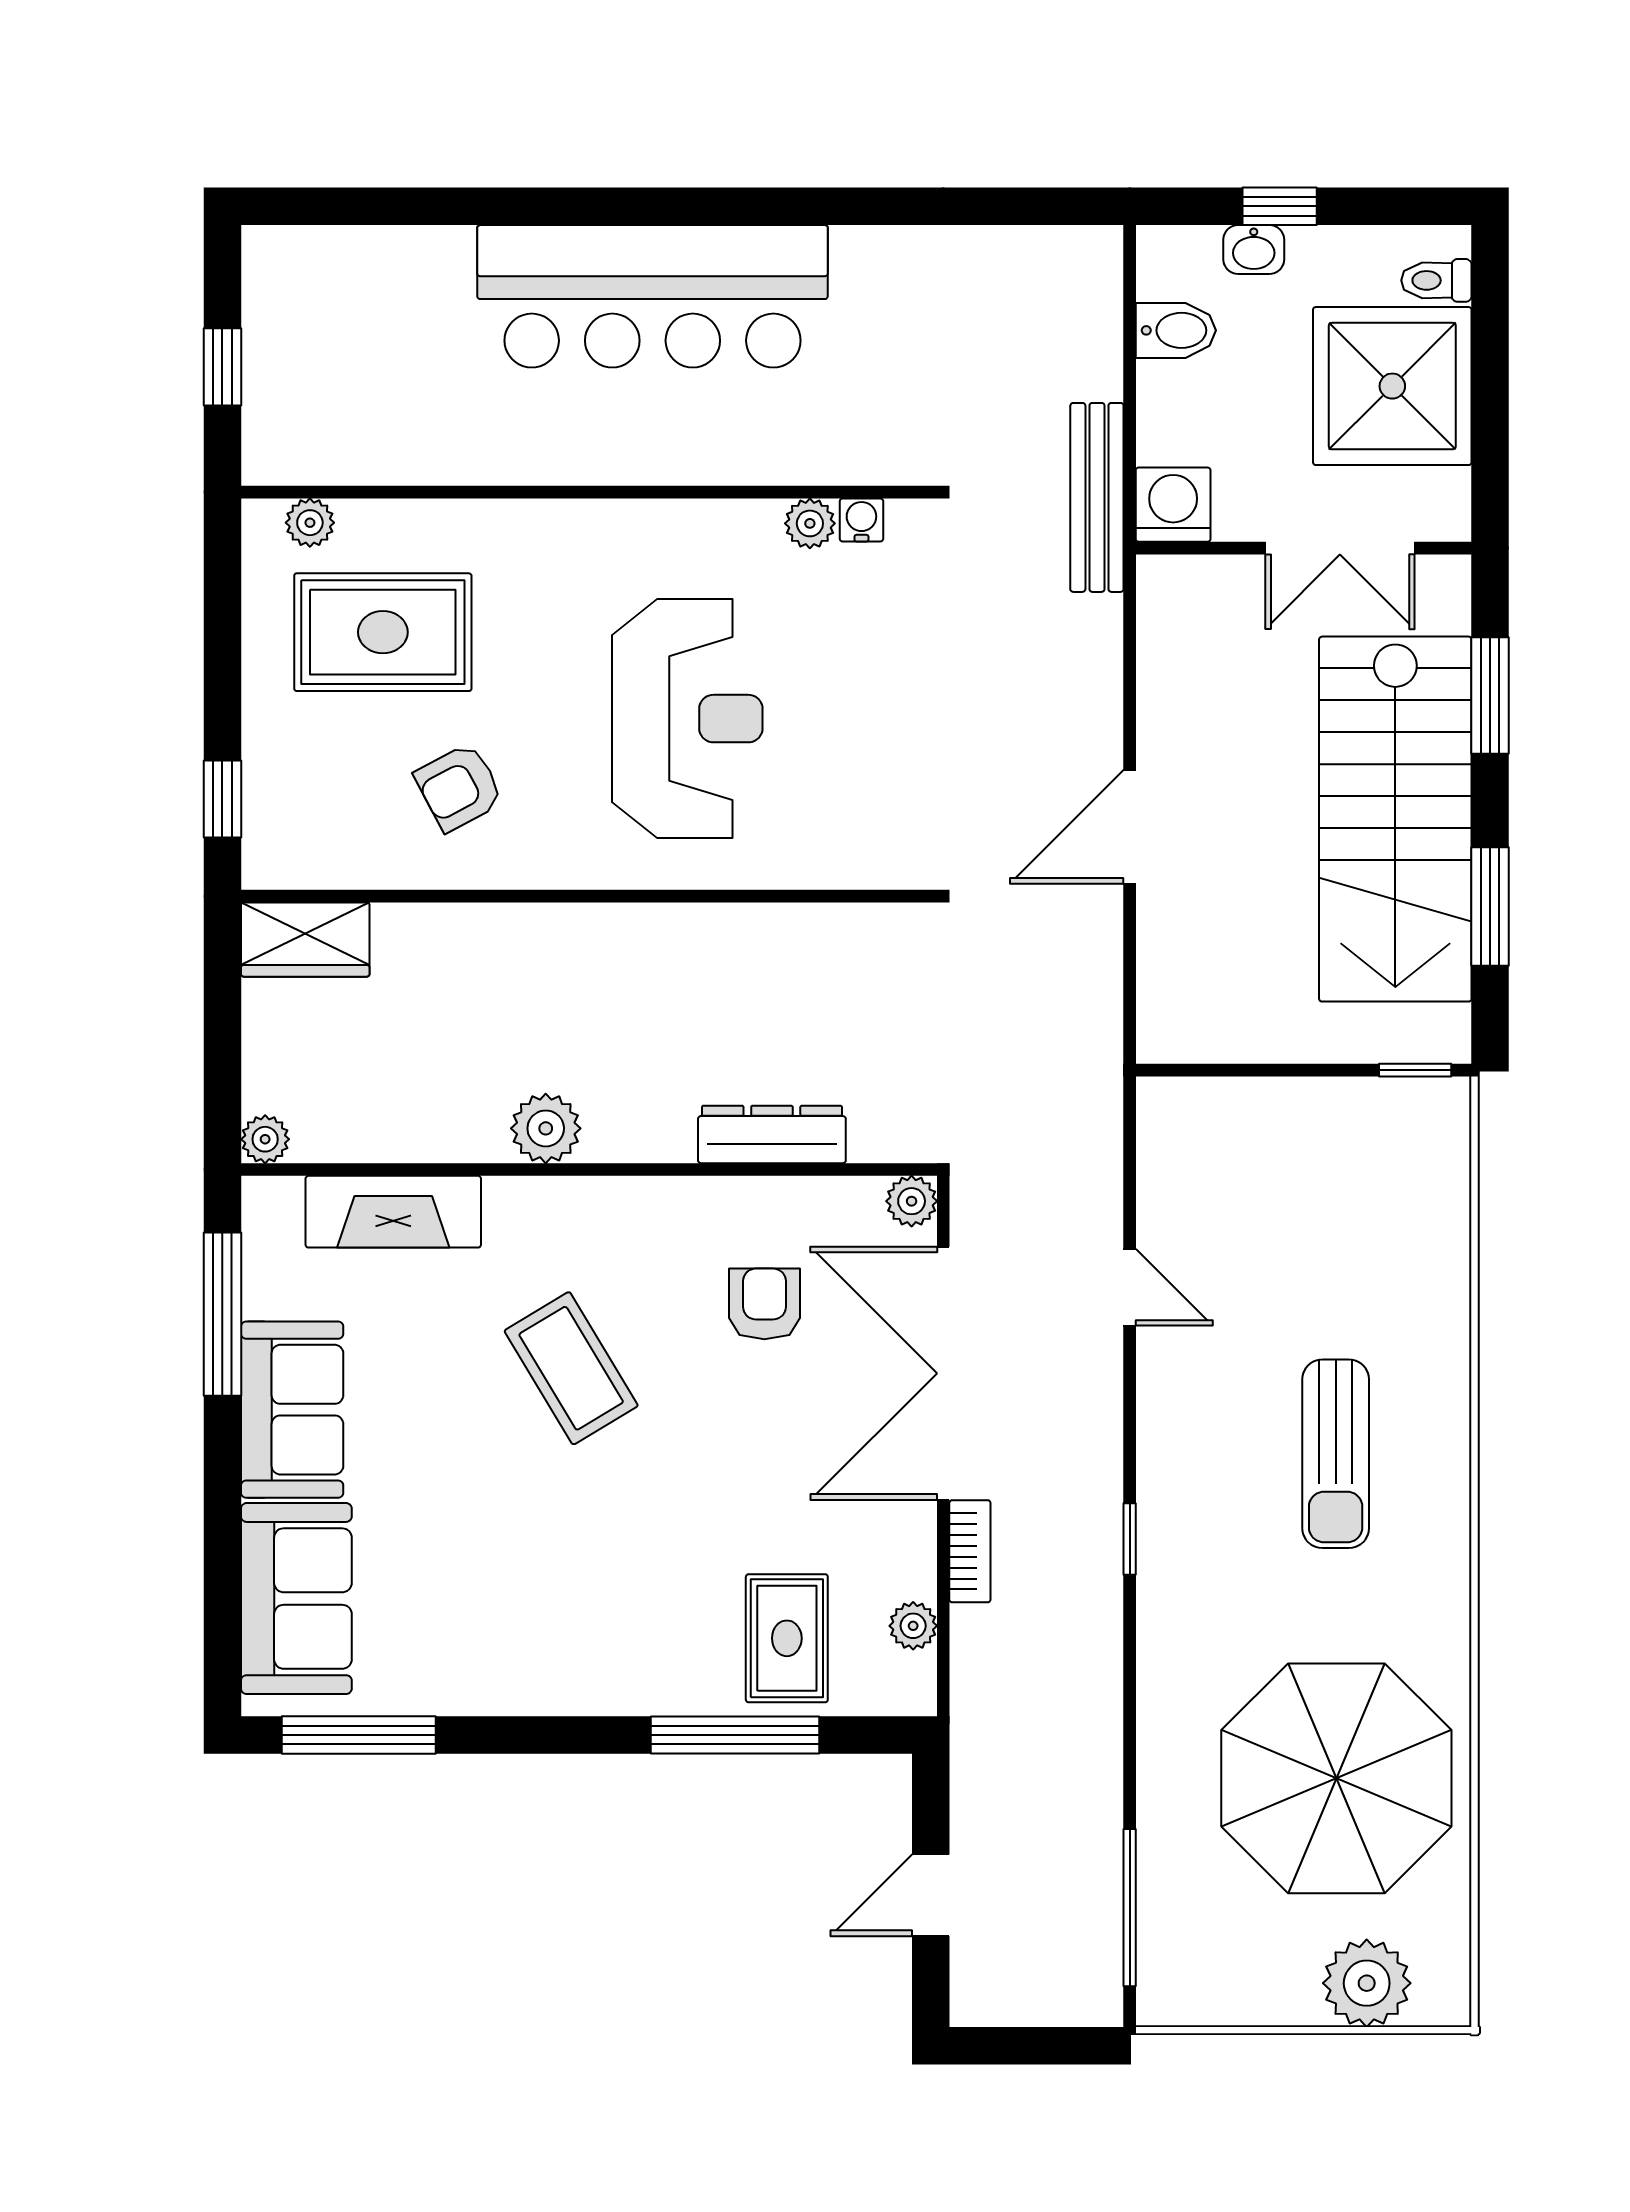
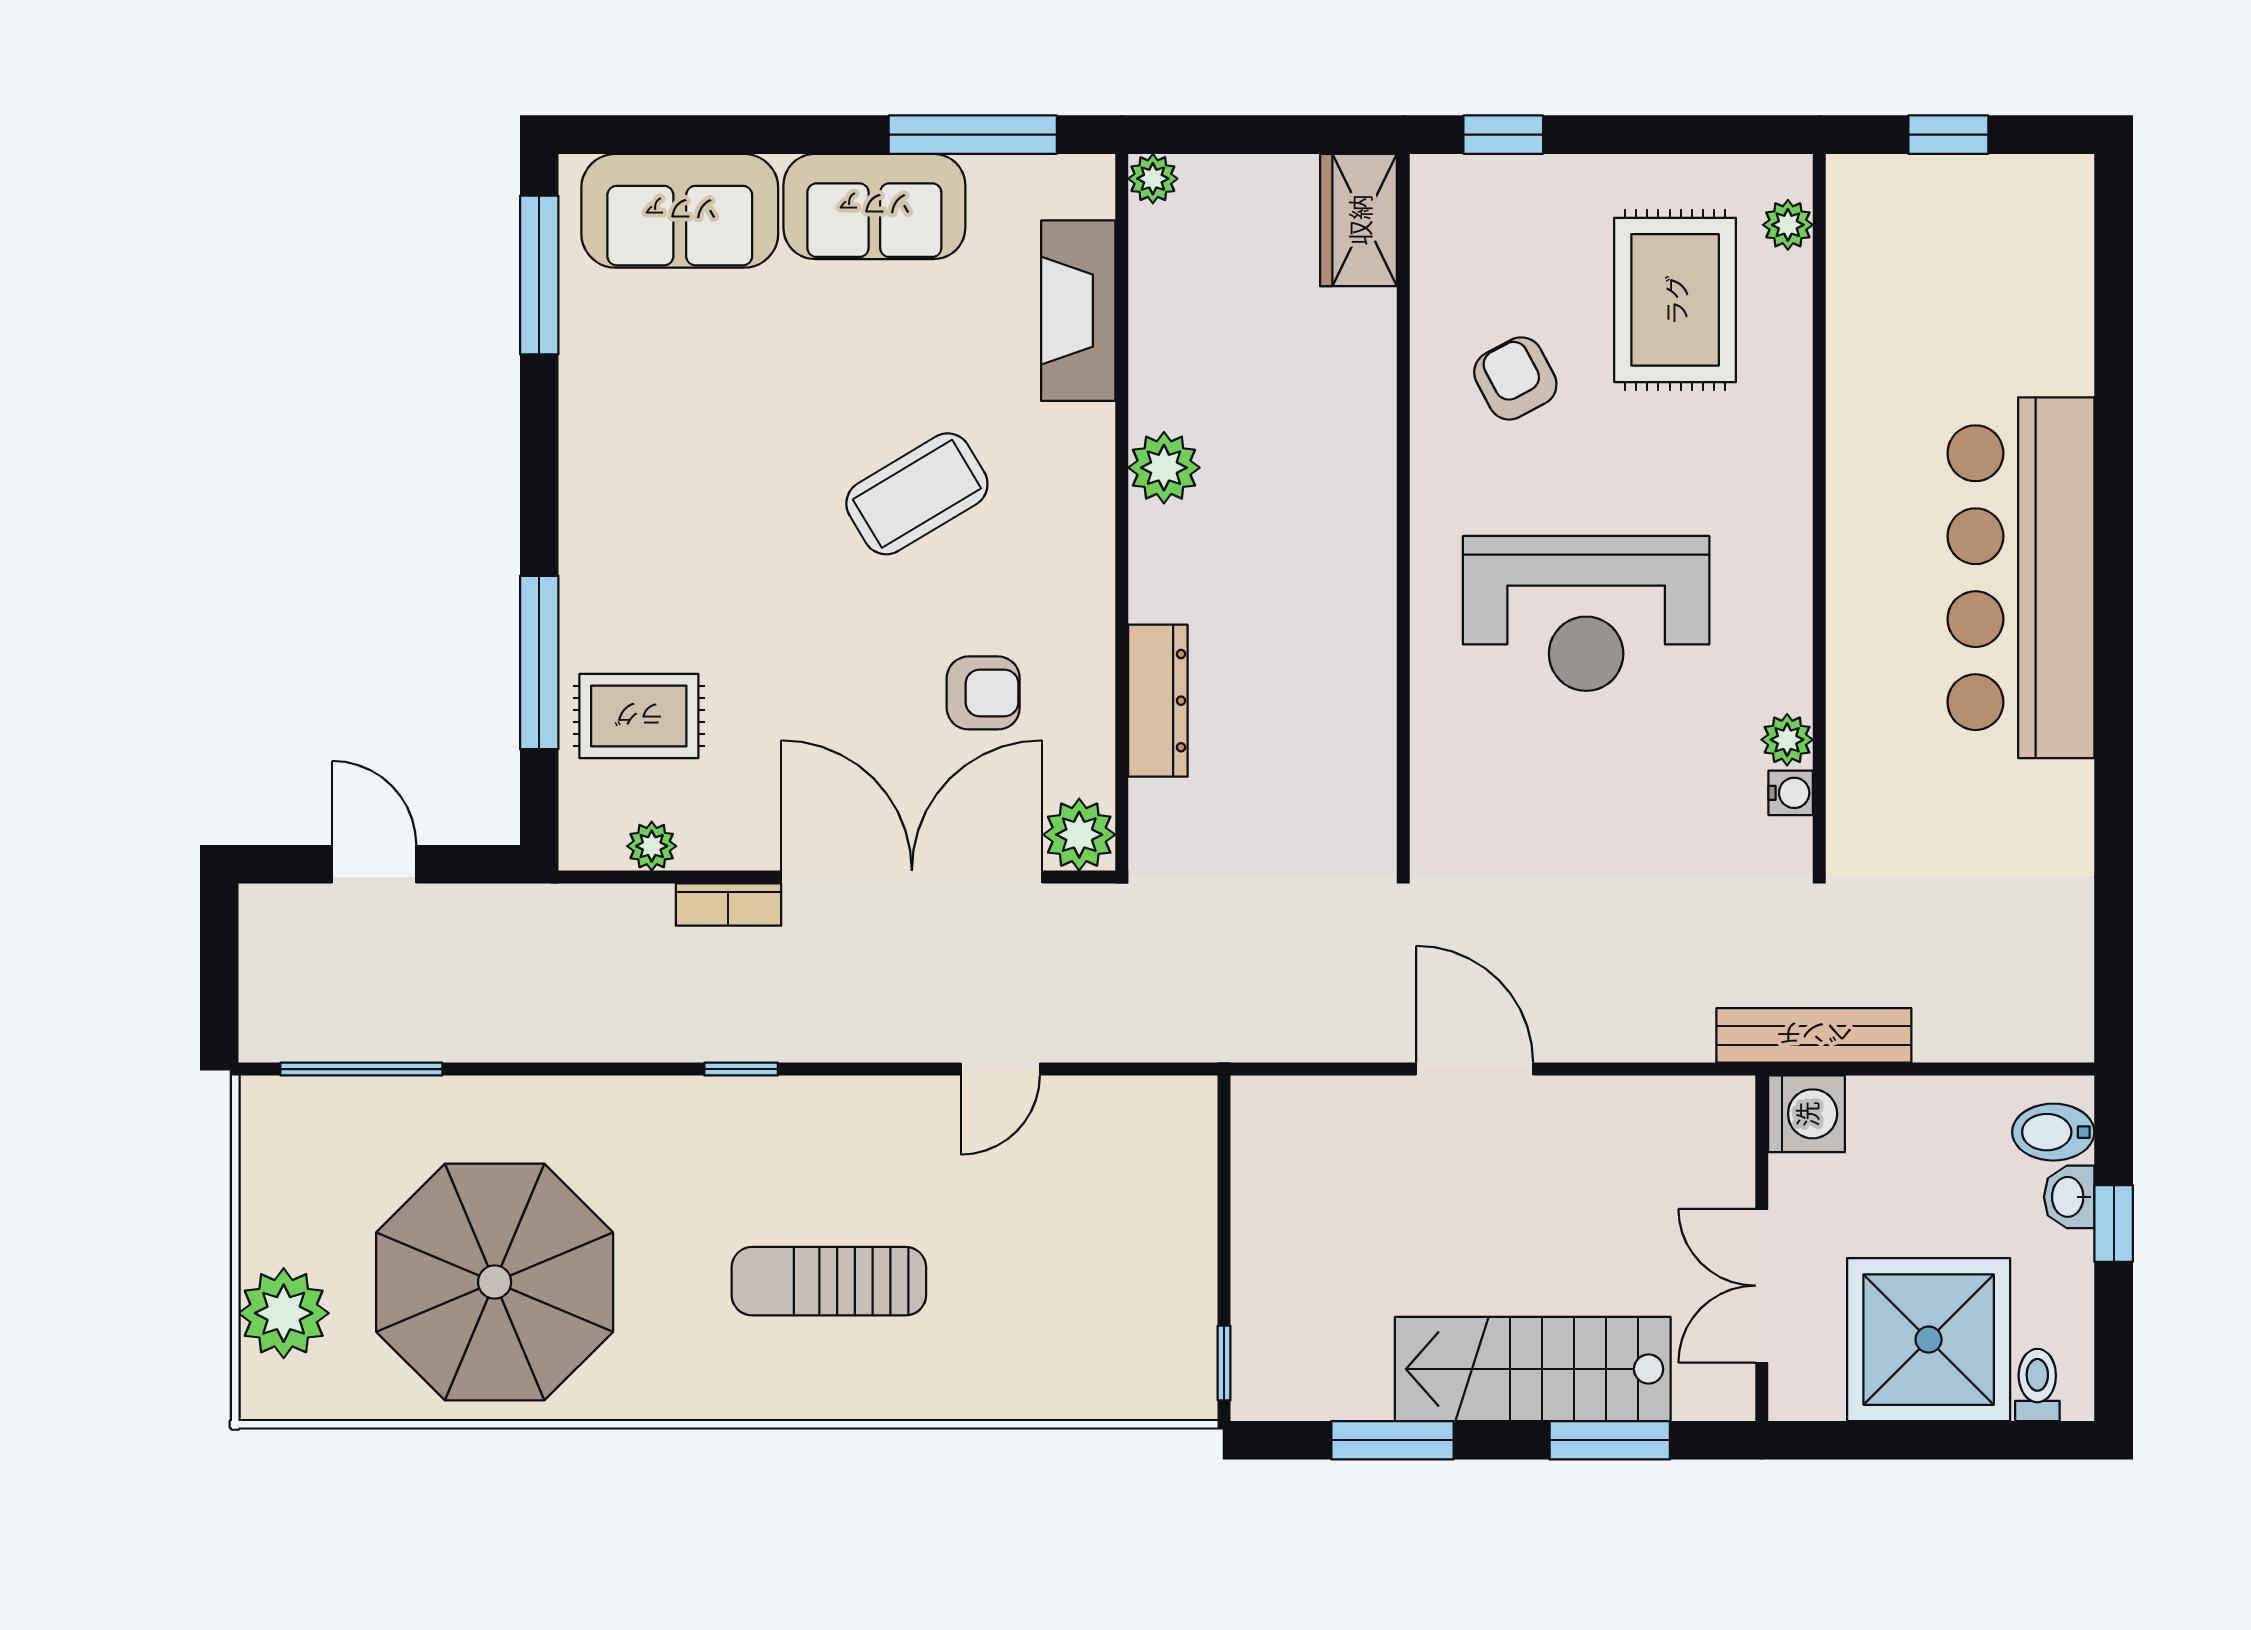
bidet: (1176, 330) -> (2053, 1132), moved, turned 90
stairs: (1395, 819) -> (1533, 1369), width x0.73, depth x0.66
plant: (912, 1201) -> (1079, 835), width x1.38, depth x1.38

